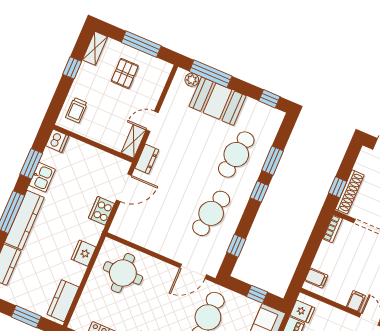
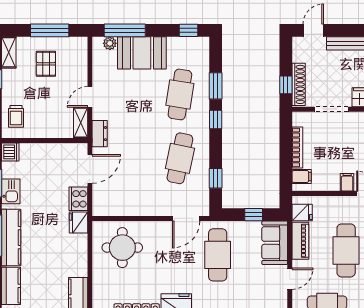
bookcase: (333, 229) -> (297, 147), moved, width x1.56
fridge: (84, 253) -> (78, 222), moved

